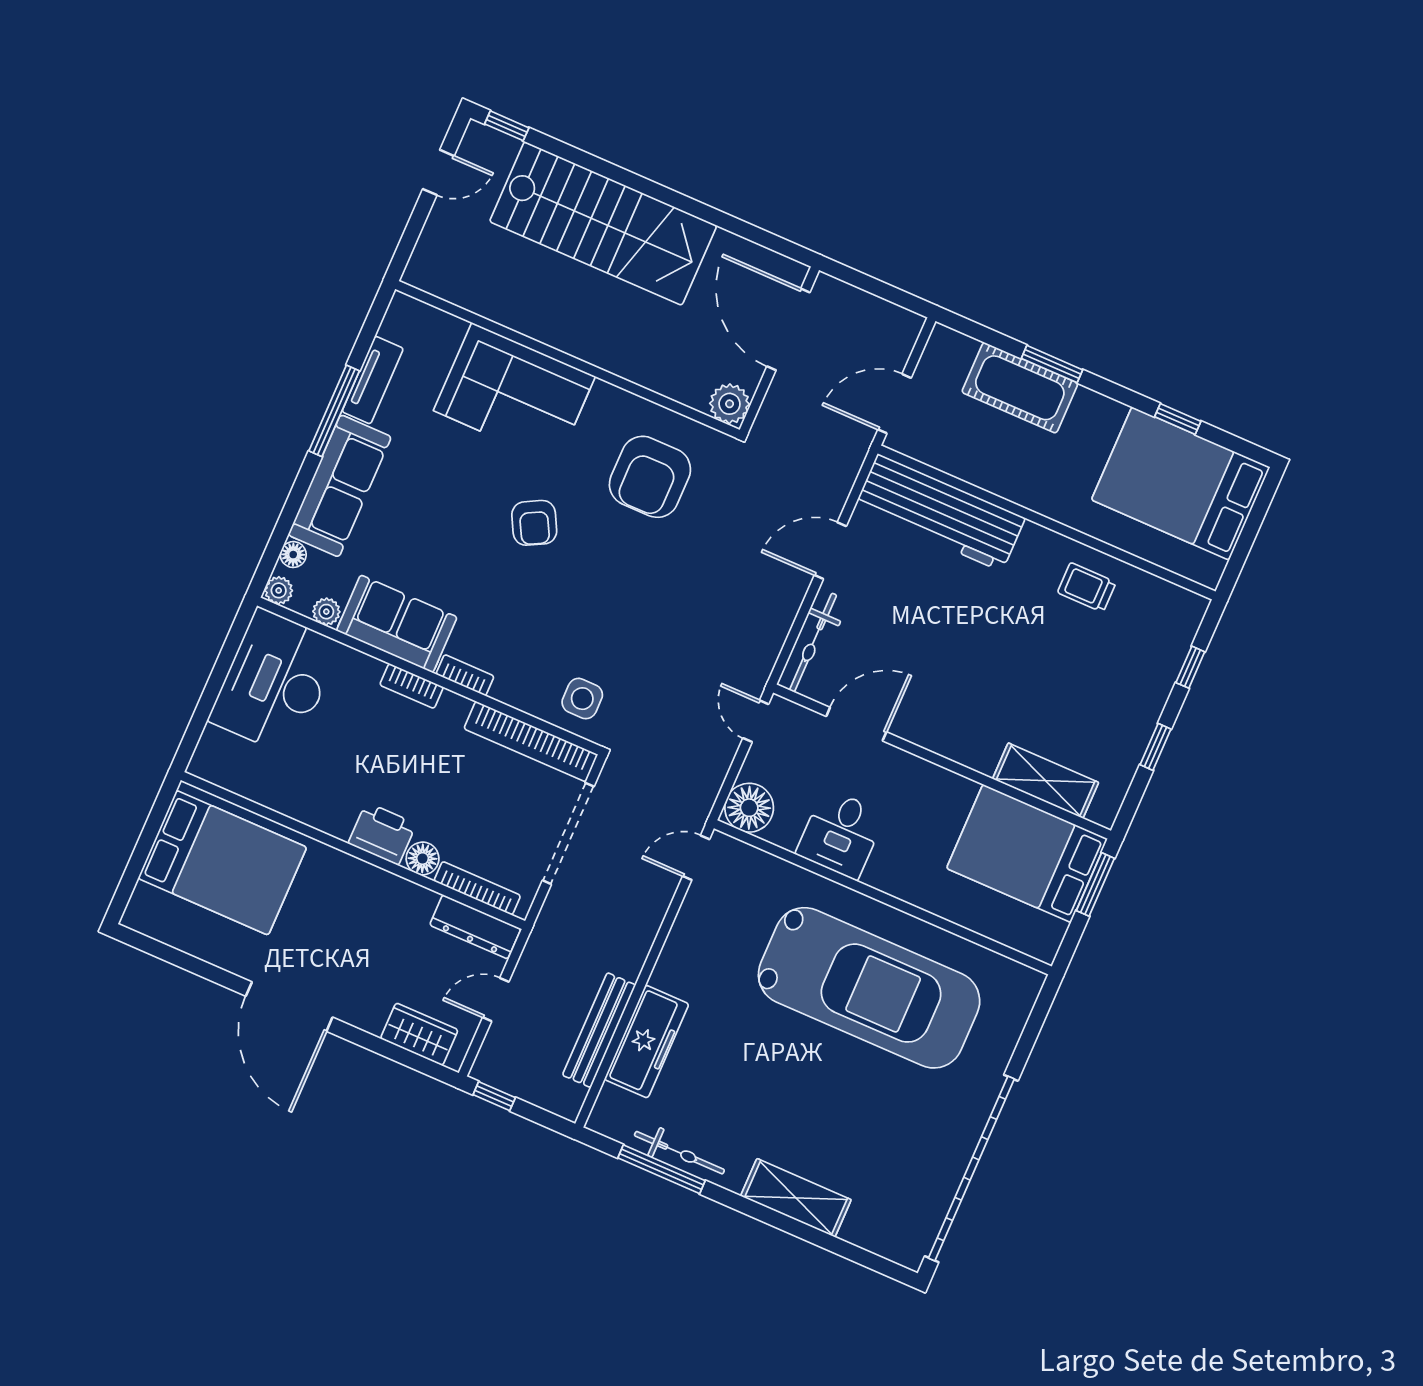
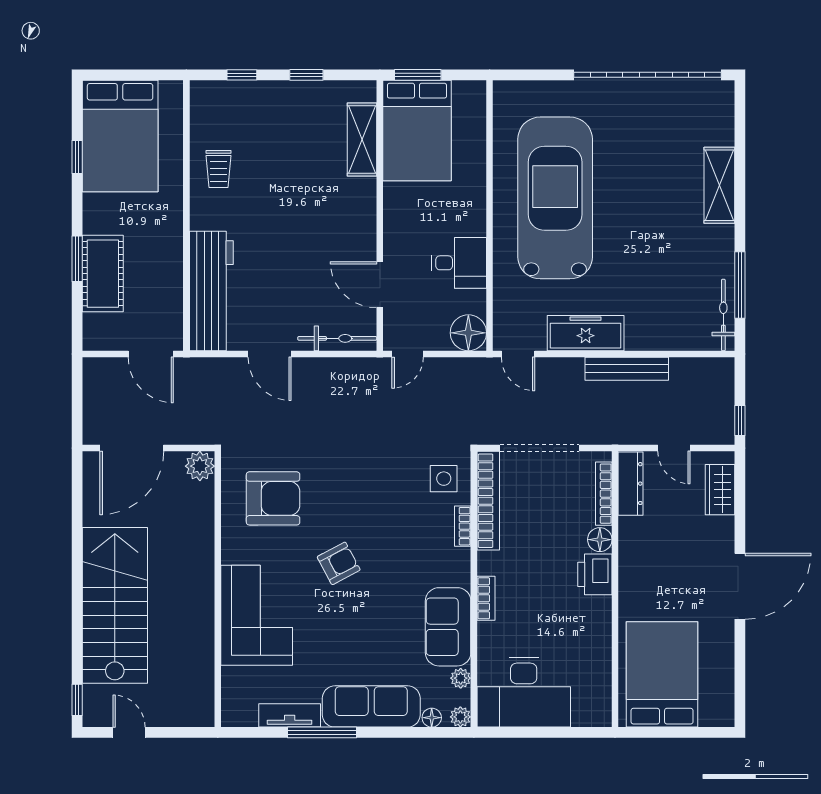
bookcase: (465, 675) -> (463, 526), moved
bench: (599, 1030) -> (627, 369), moved
freezer: (647, 1042) -> (586, 333), moved
bicycle: (679, 1153) -> (723, 315), moved

